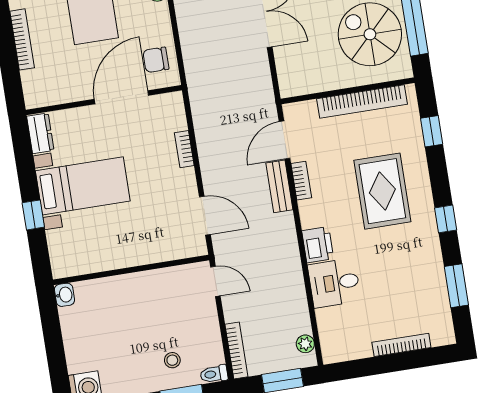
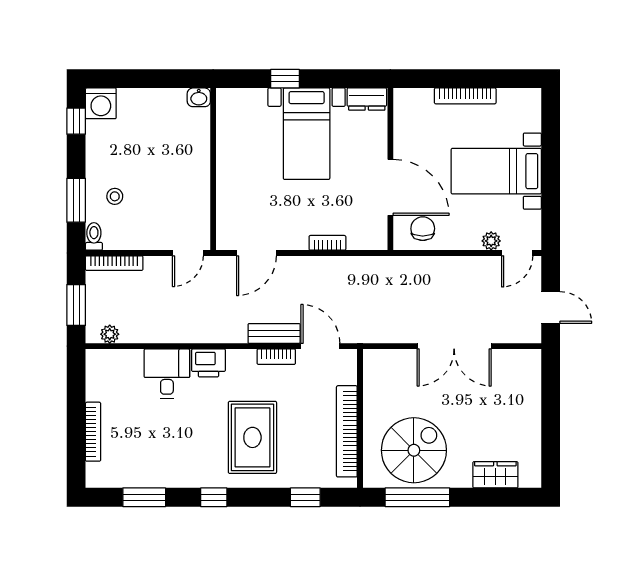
rug: (382, 191) -> (252, 437), turned 90

